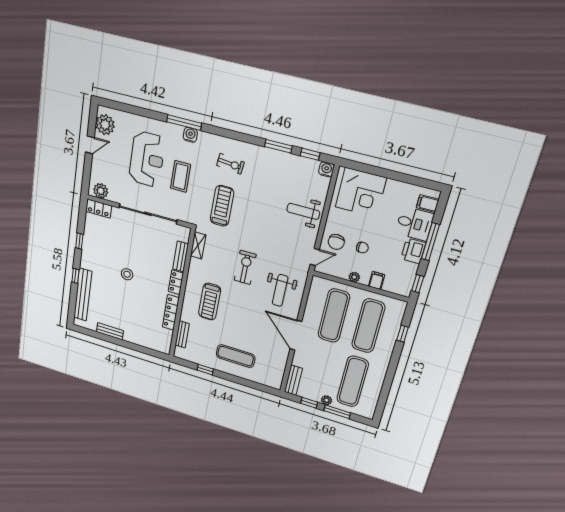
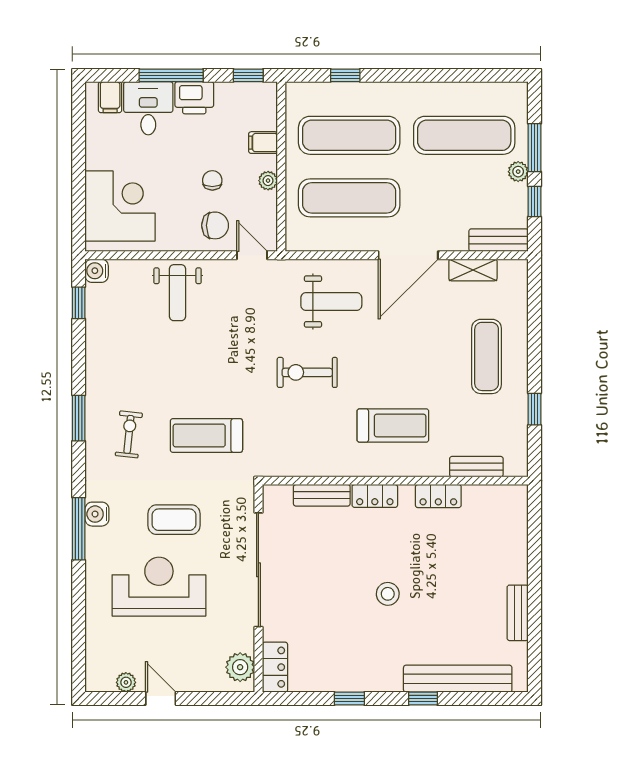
plant: (105, 125) -> (126, 682), width x0.53, depth x0.53
window: (278, 146) -> (79, 418), moved
shelving: (198, 245) -> (473, 270), moved
locker: (171, 312) -> (438, 496), width x0.66

